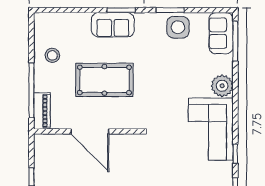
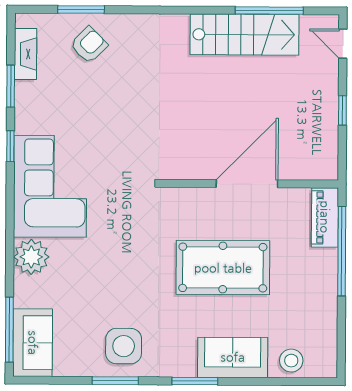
sofa: (113, 25) -> (233, 357), moved
side table: (178, 27) -> (124, 346), moved
stool: (52, 55) -> (291, 361), moved
door: (90, 131) -> (247, 184), hinge flipped

